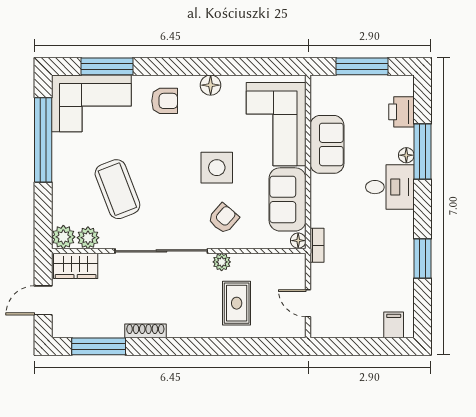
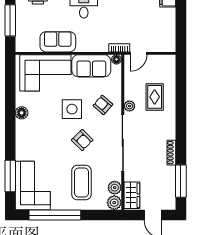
armchair: (165, 101) -> (82, 140), moved, turned 135
coffee table: (117, 189) -> (81, 183), moved, turned -69
rug: (237, 303) -> (155, 97), turned 90
door: (308, 303) -> (139, 53), moved

